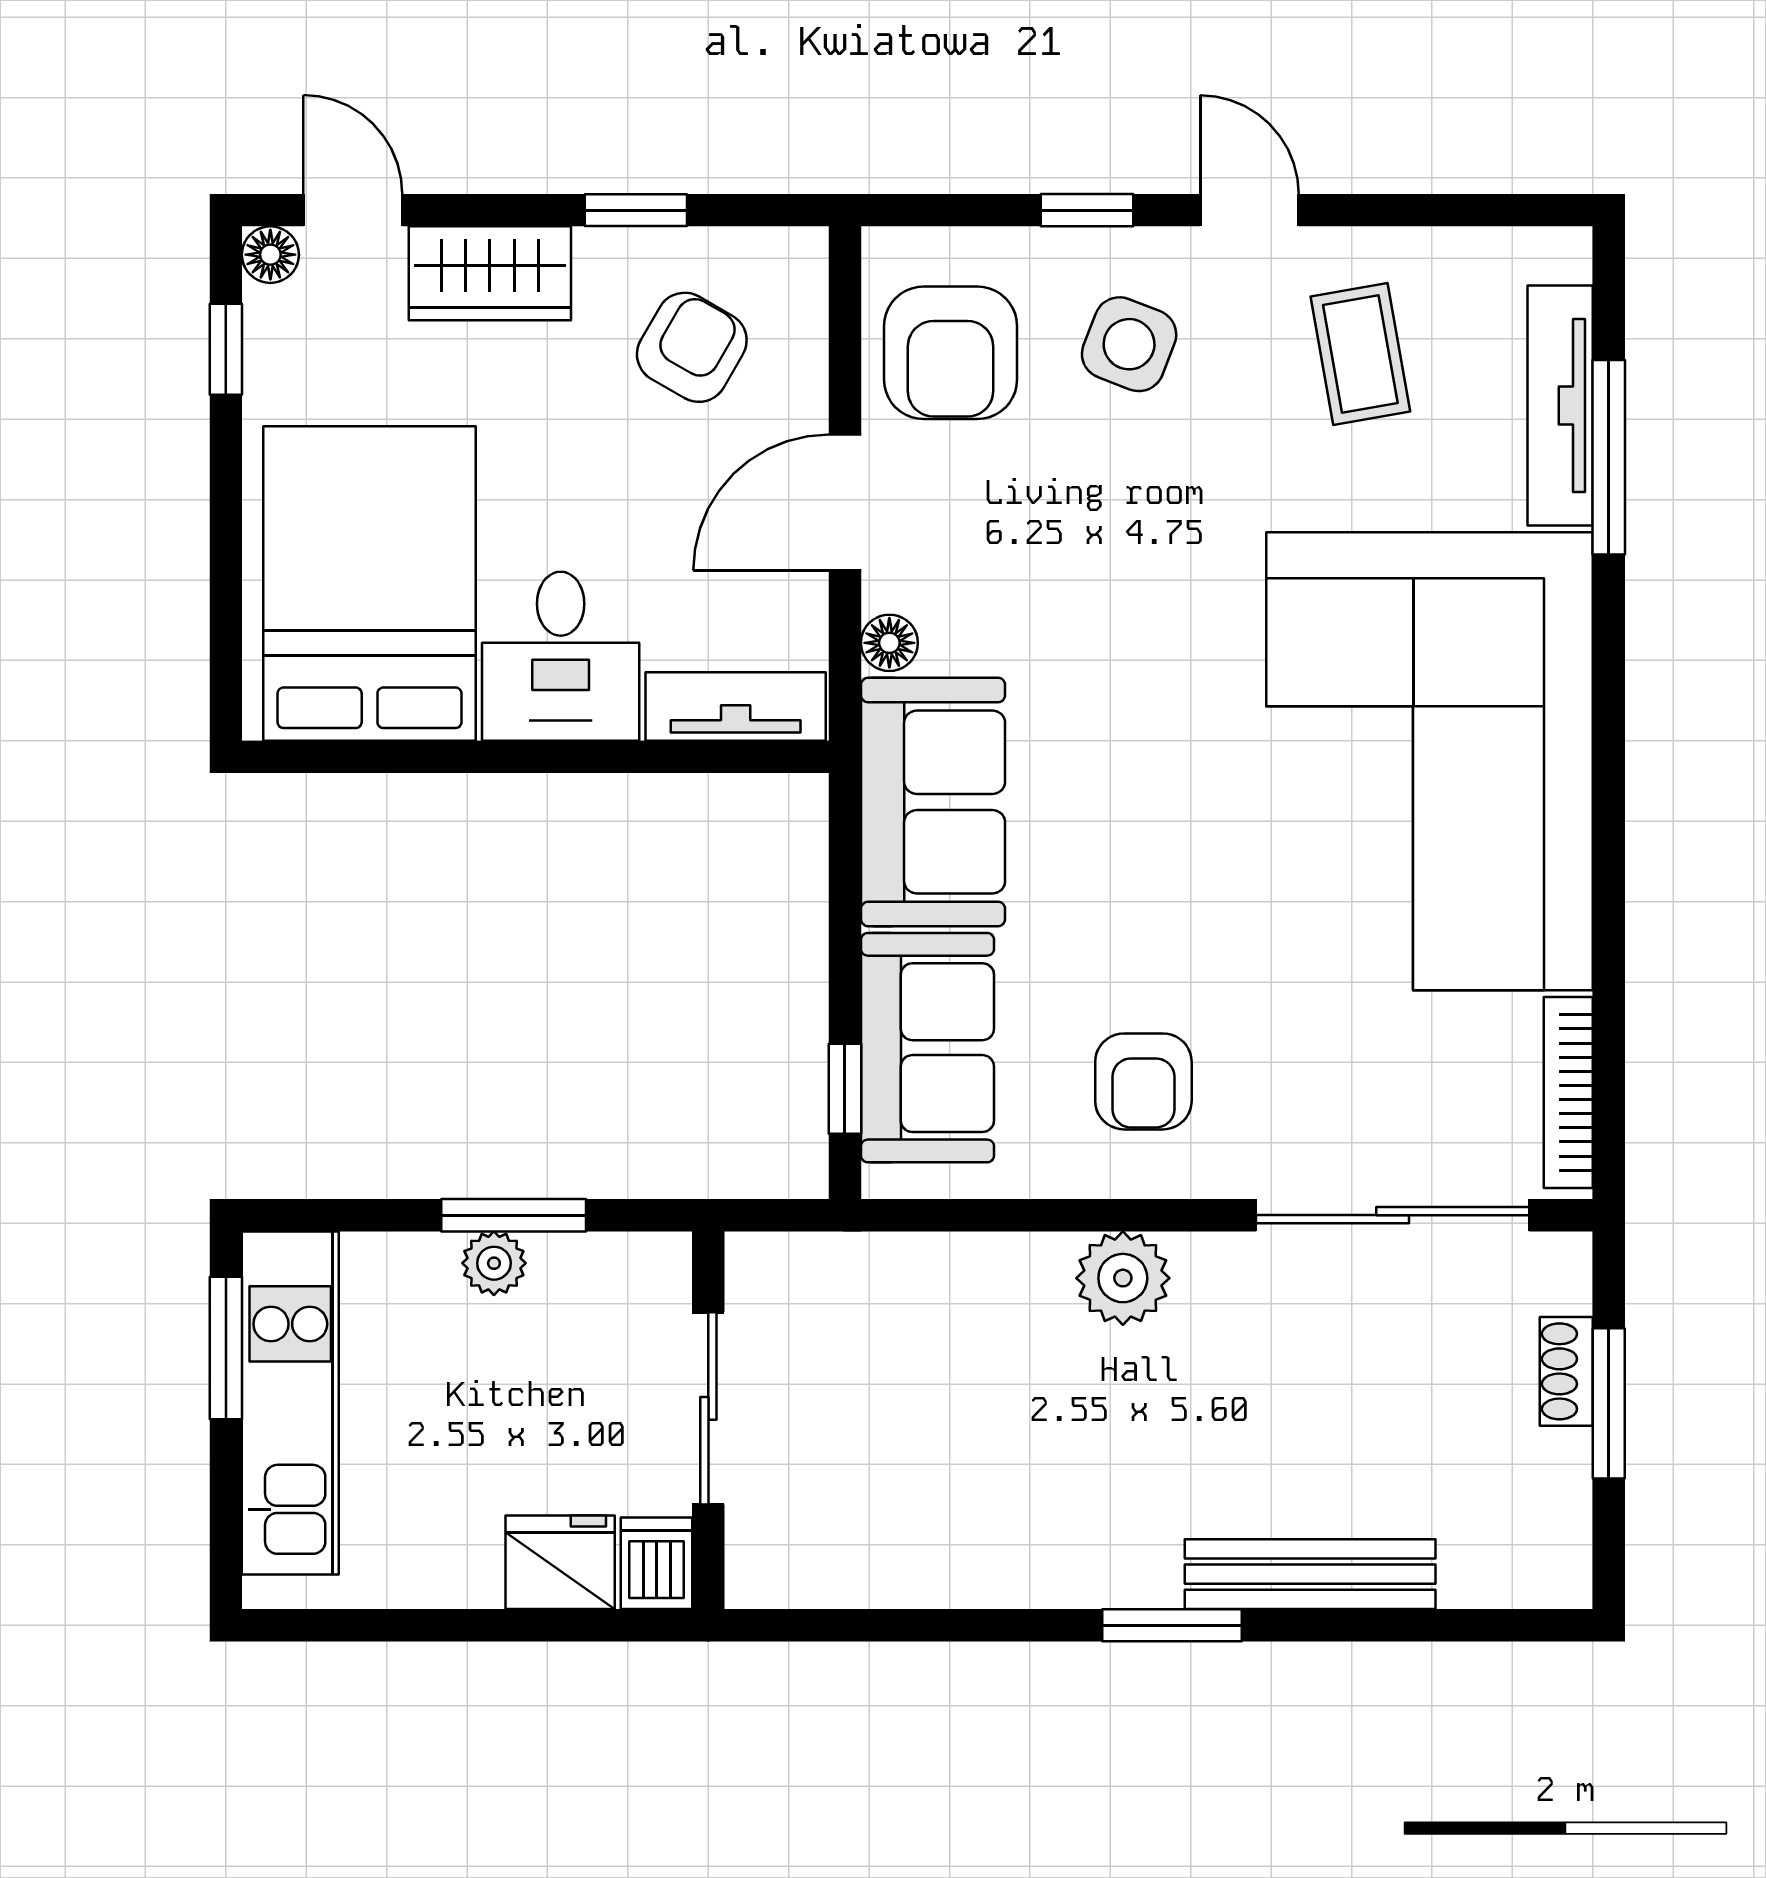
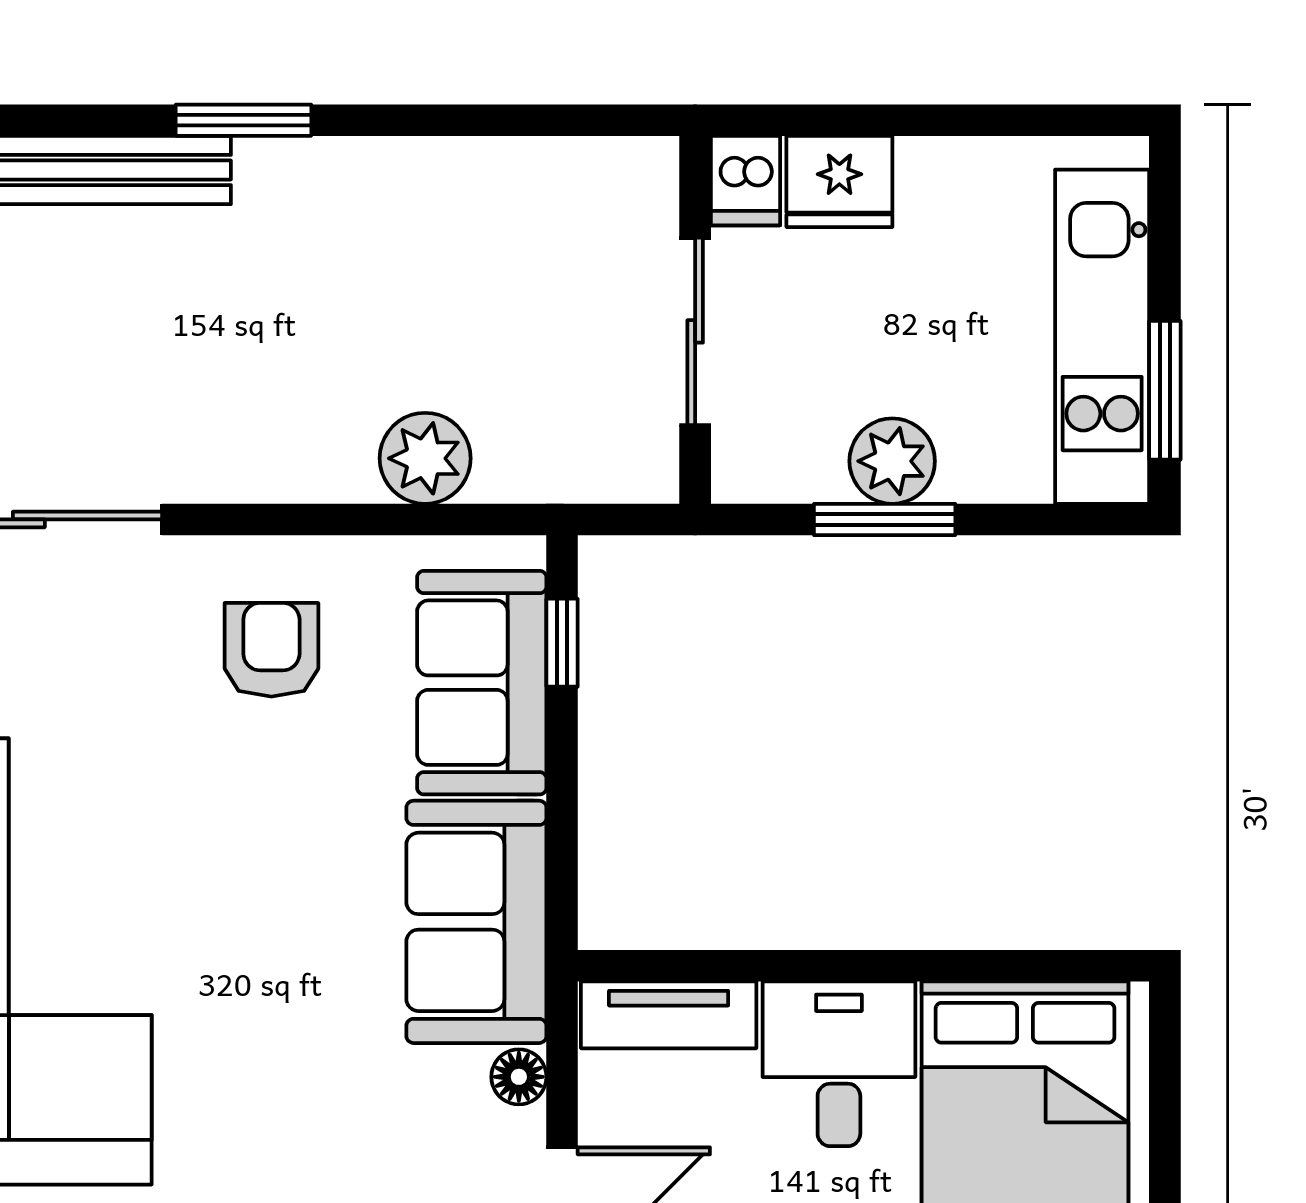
plant: (494, 1263) -> (892, 461), width x1.38, depth x1.38
plant: (1123, 1278) -> (425, 458), moved

